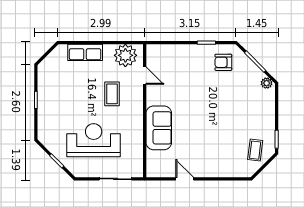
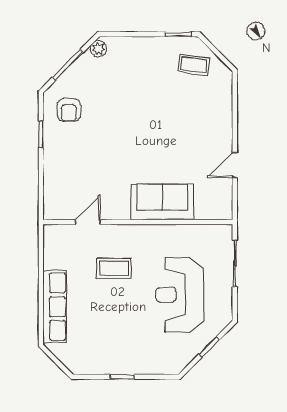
row of seats: (85, 52) -> (55, 307), width x1.48
plant: (125, 55) -> (59, 249), removed

